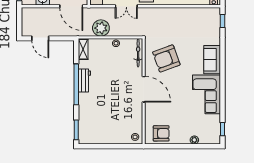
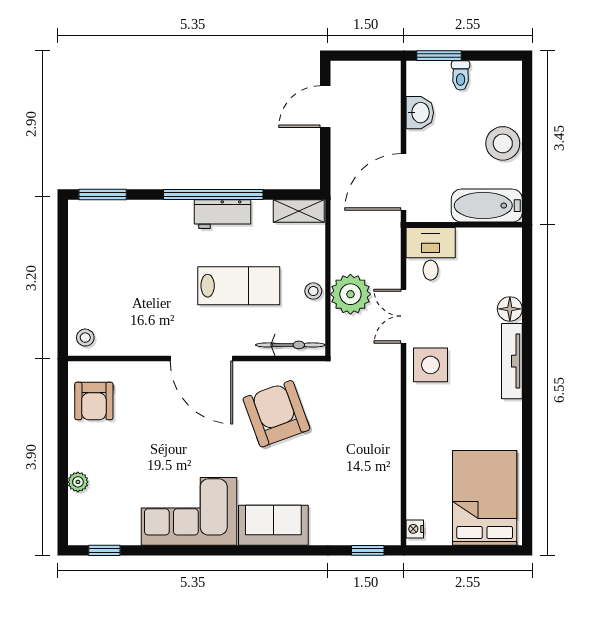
plant: (101, 28) -> (350, 294), moved
lab bench: (114, 74) -> (239, 286), added
door: (144, 89) -> (201, 359), hinge flipped

